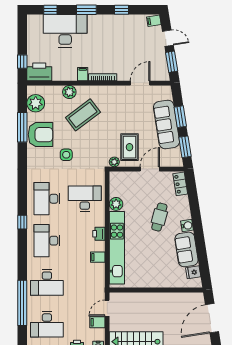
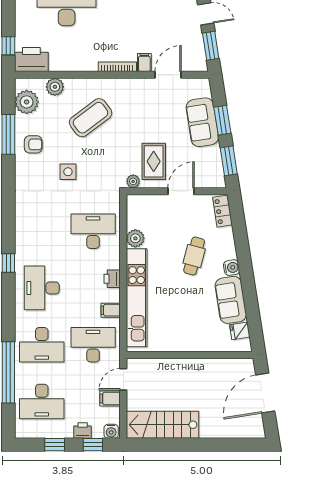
filing cabinet: (83, 74) -> (144, 63), moved
plant: (69, 92) -> (55, 87), moved
sofa: (166, 124) -> (202, 122), width x0.73
armchair: (41, 135) -> (33, 144), width x0.53, depth x0.53
desk: (47, 199) -> (93, 345), moved, turned 90

